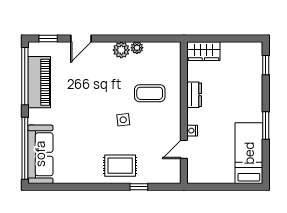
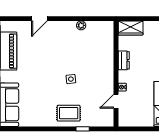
window: (48, 39) -> (15, 19), removed
plant: (121, 50) -> (69, 27), removed
coffee table: (150, 93) -> (91, 59), removed

